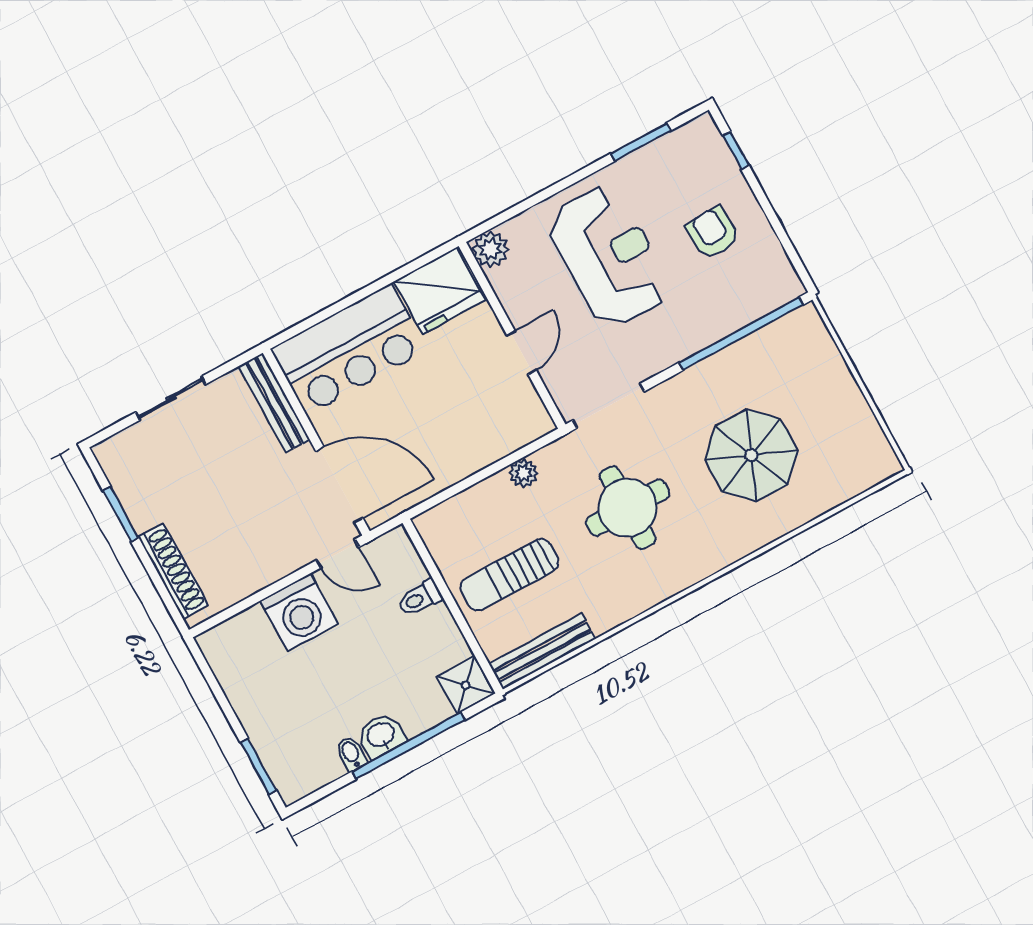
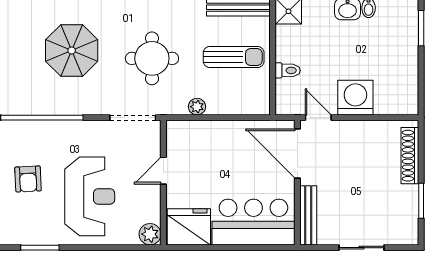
reception desk: (609, 256) -> (90, 196), turned 180

